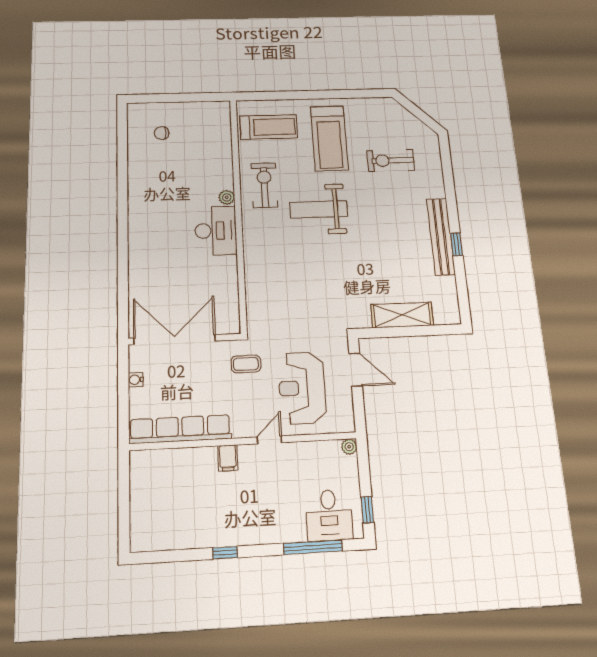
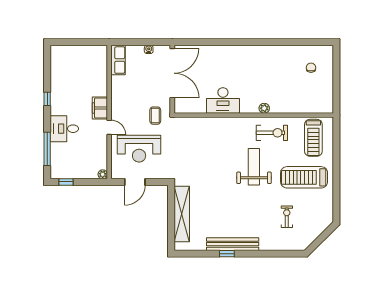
exercise bike: (391, 160) -> (287, 217), width x0.73, depth x0.72
desk: (216, 231) -> (223, 100), moved
shelving: (402, 315) -> (182, 214), width x1.47
door: (356, 370) -> (135, 182), moved
reception desk: (302, 388) -> (139, 149), turned 180
row of seats: (180, 429) -> (118, 60), width x0.50
filing cabinet: (228, 458) -> (100, 108), width x2.00
desk: (329, 515) -> (64, 129), moved

